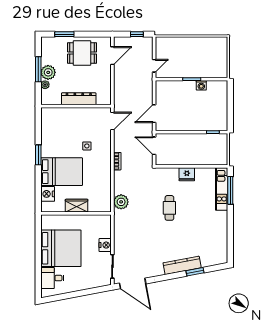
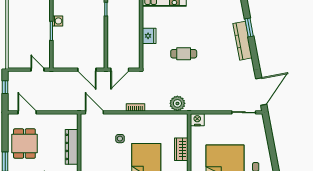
nightstand: (105, 245) -> (197, 120), moved

